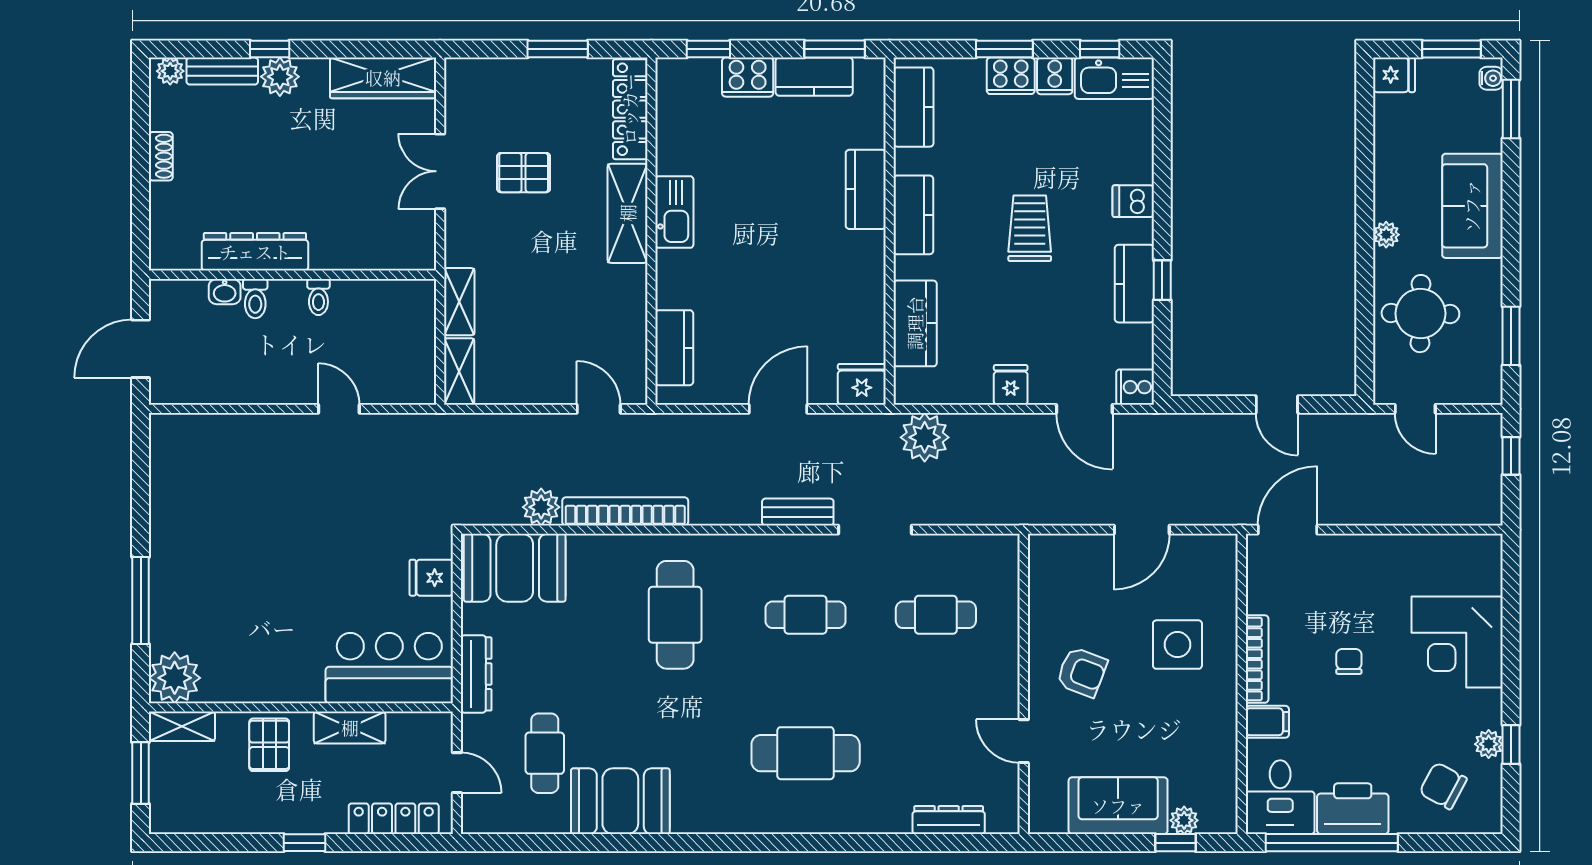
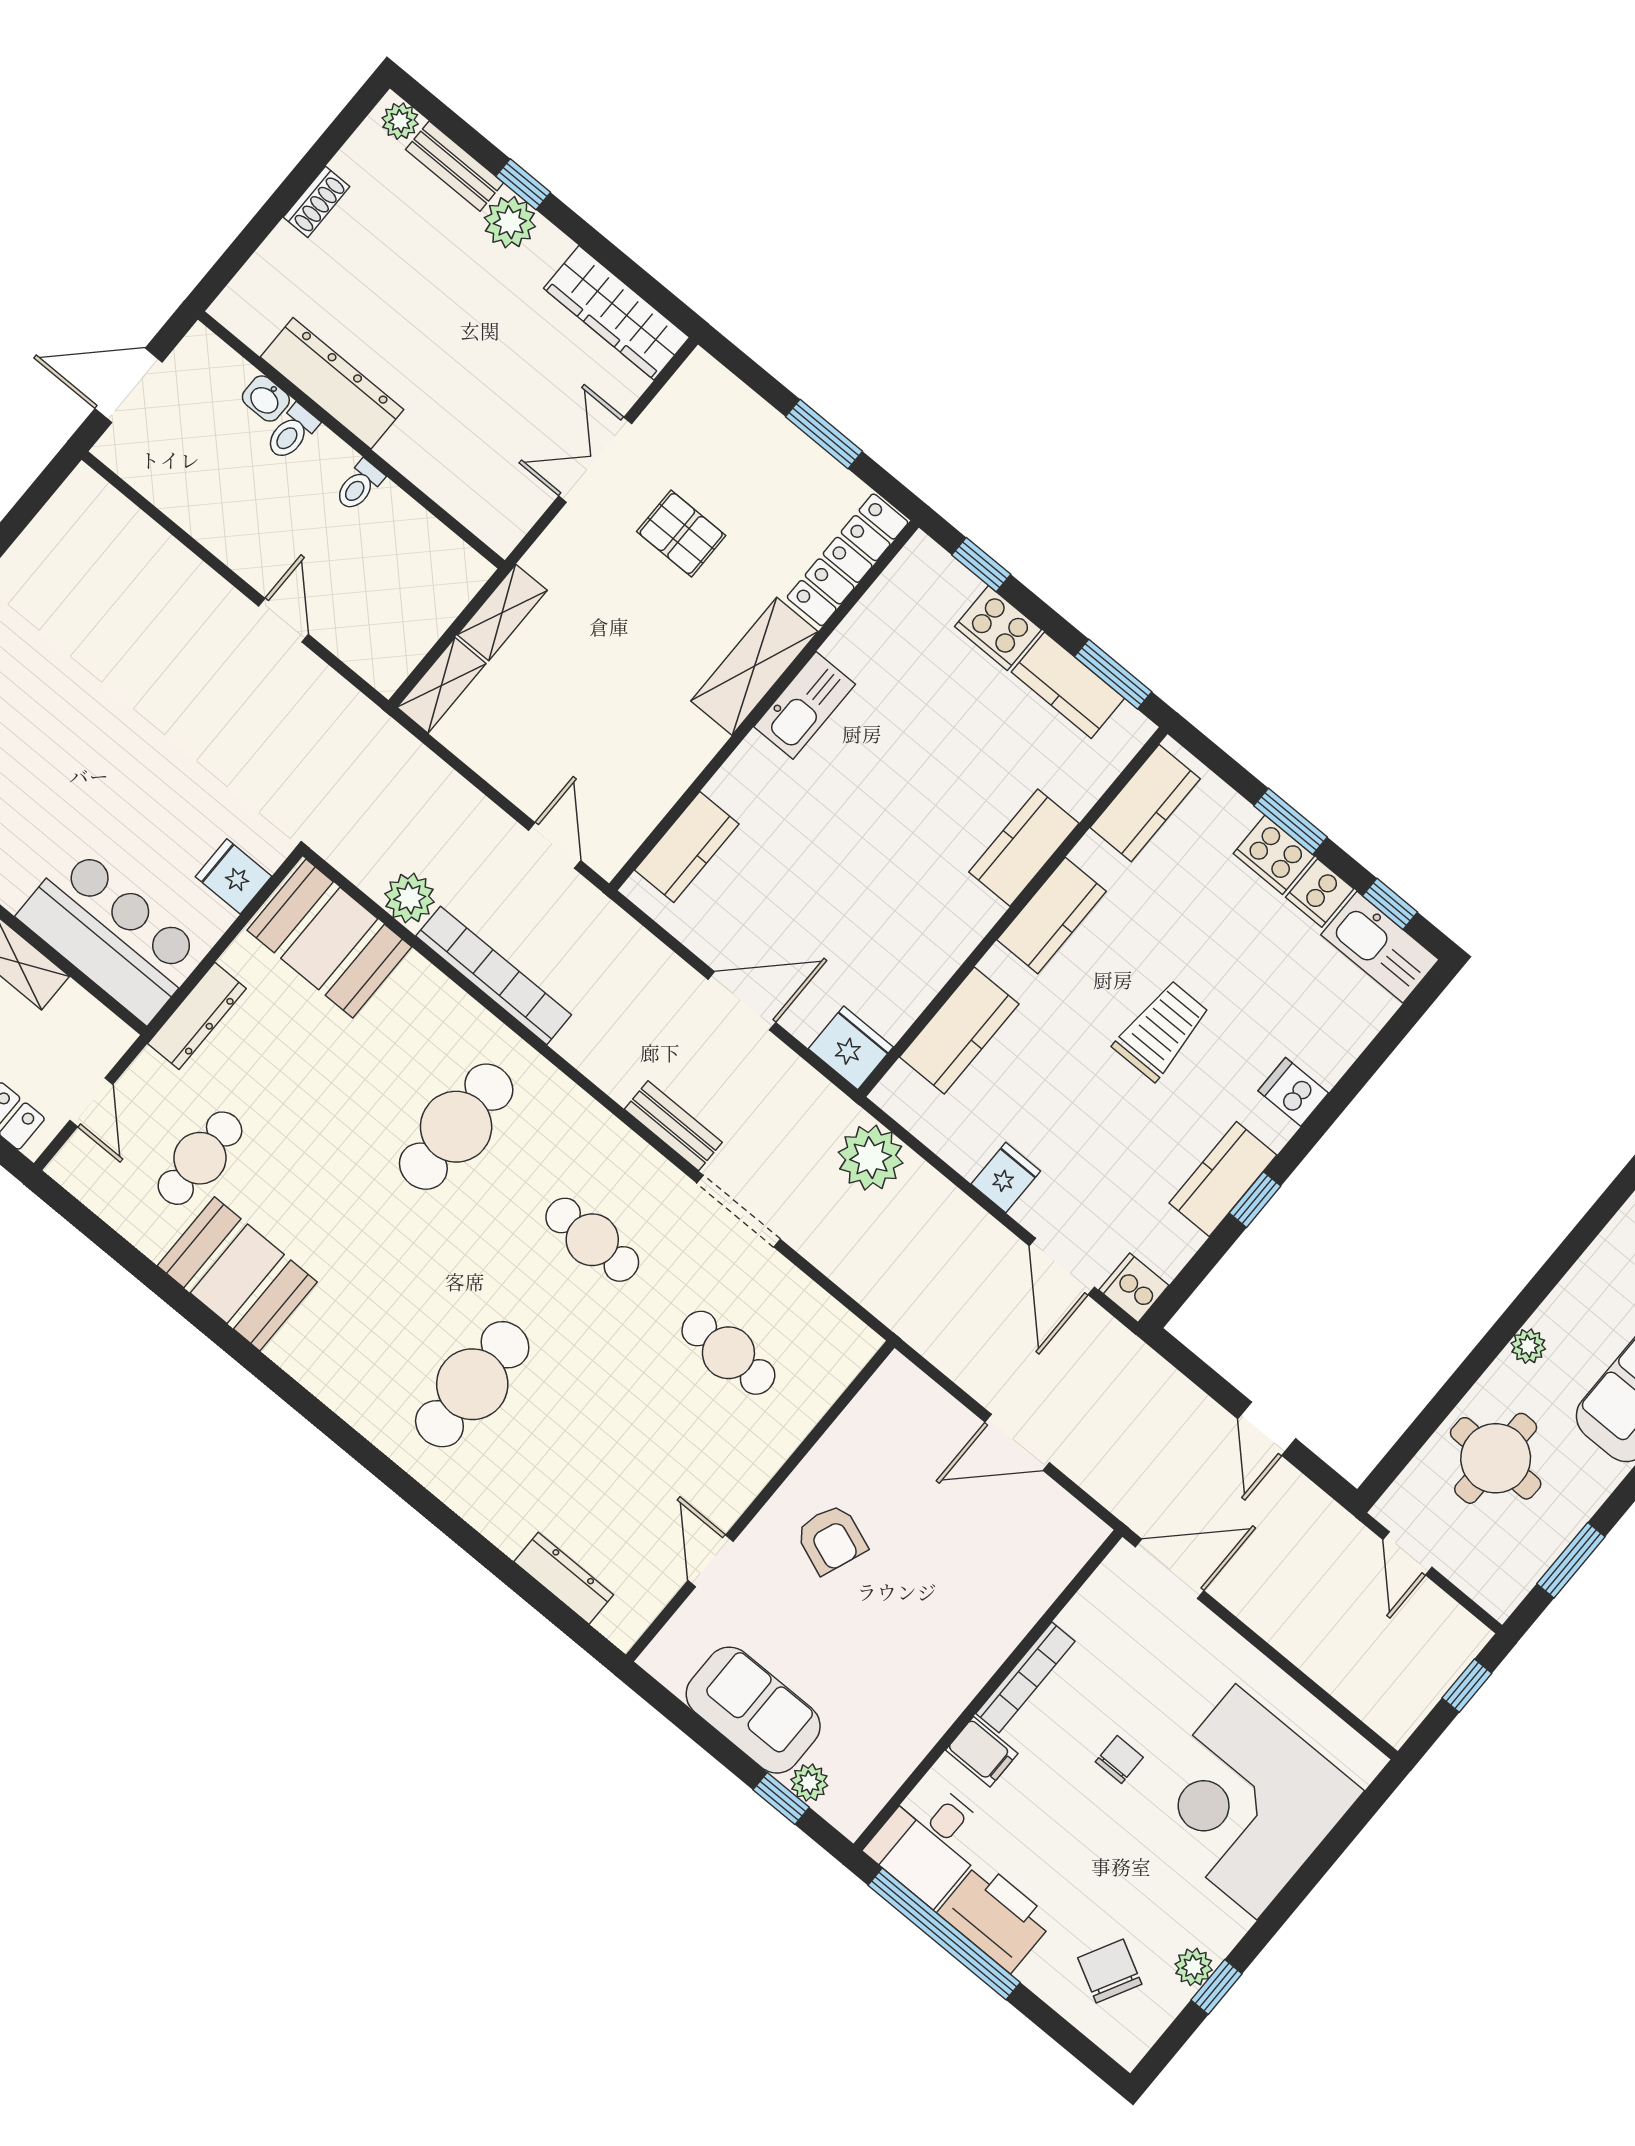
corner desk: (1457, 642) -> (1246, 1802), width x1.36, depth x1.36
side table: (1177, 645) -> (955, 1593), removed
cafe table: (806, 753) -> (472, 1384), turned 90

